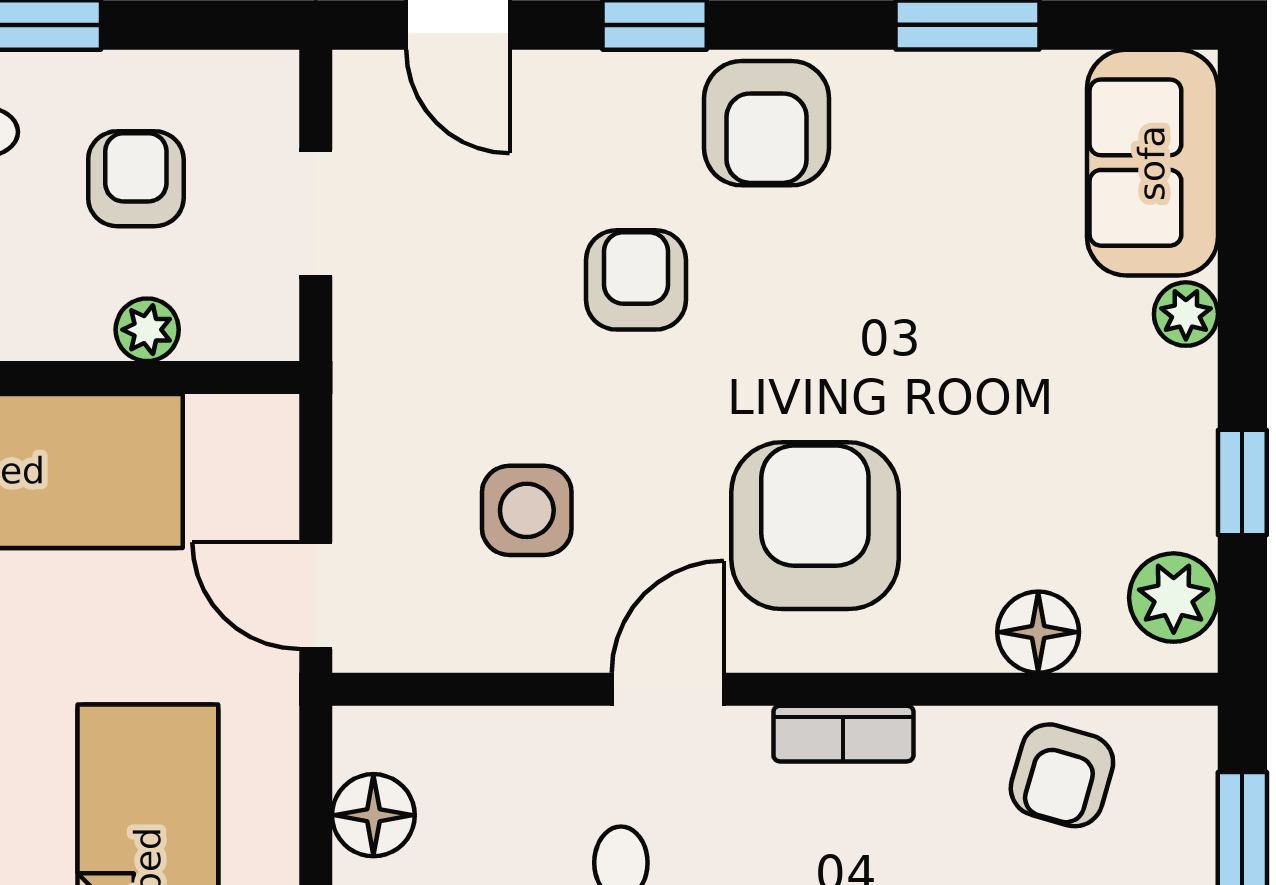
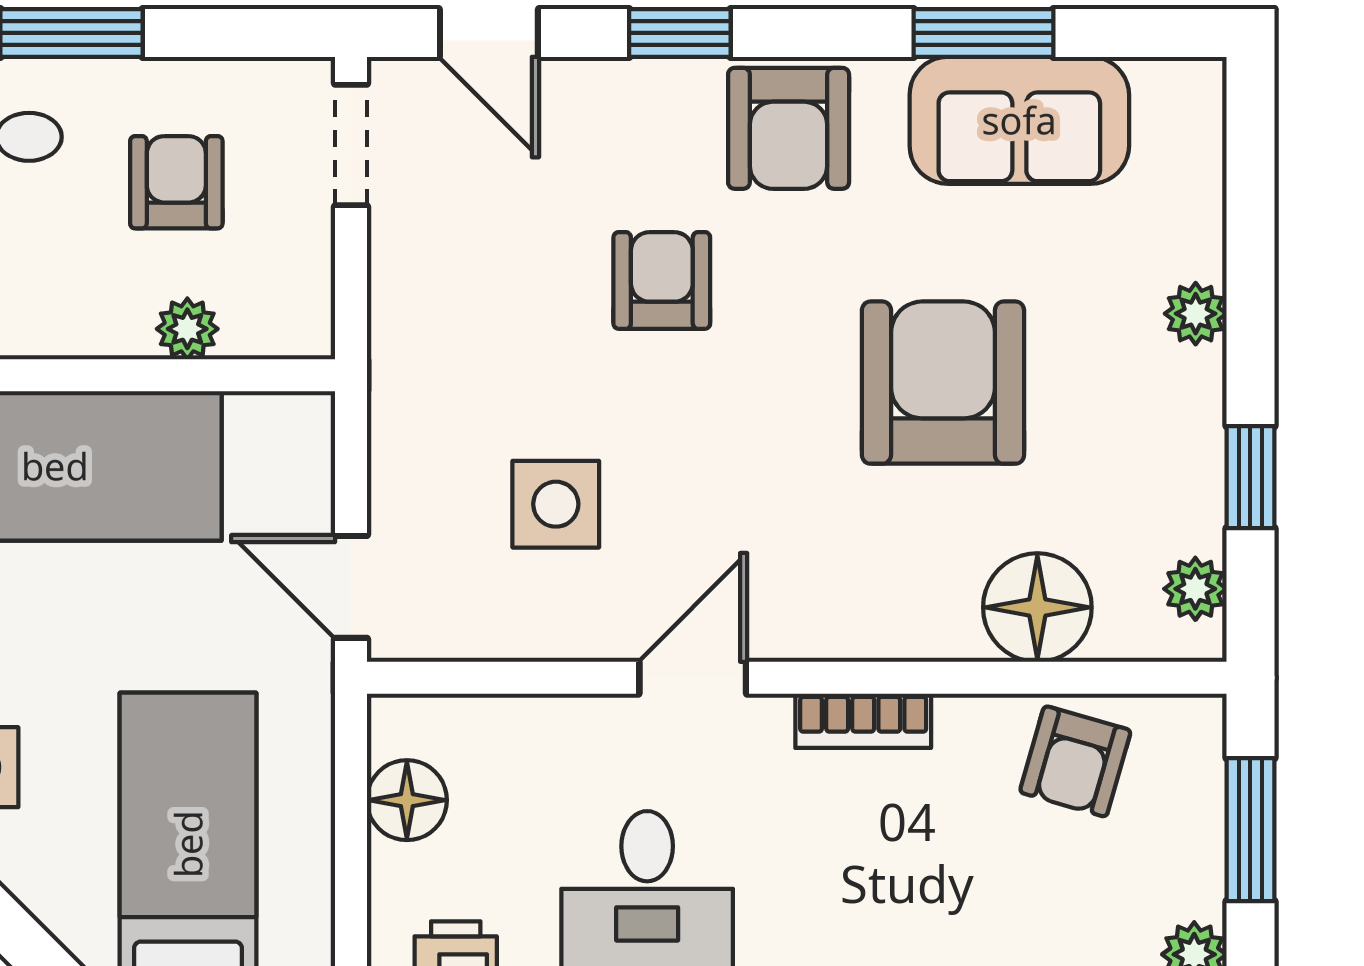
sofa: (1152, 163) -> (1019, 120), moved, turned -90
doorway: (316, 213) -> (351, 145), moved
armchair: (815, 526) -> (943, 383), moved
plant: (1174, 598) -> (1195, 589), width x0.73, depth x0.73
floor lamp: (1038, 632) -> (1037, 607), width x1.38, depth x1.38

